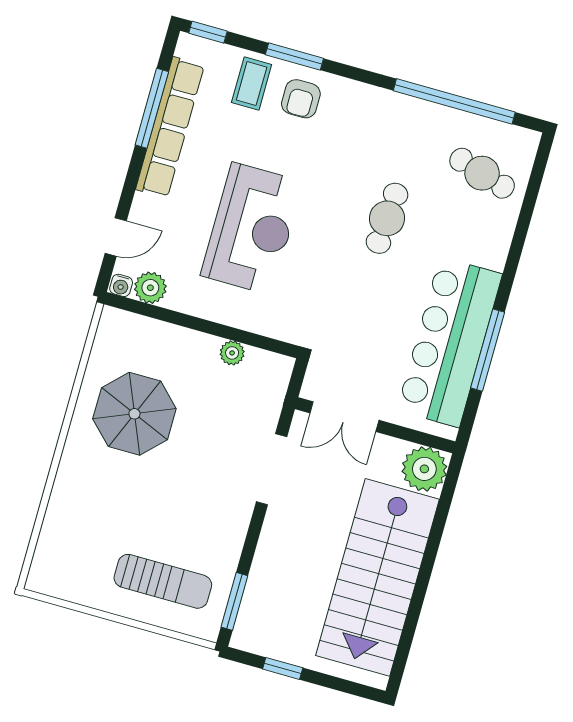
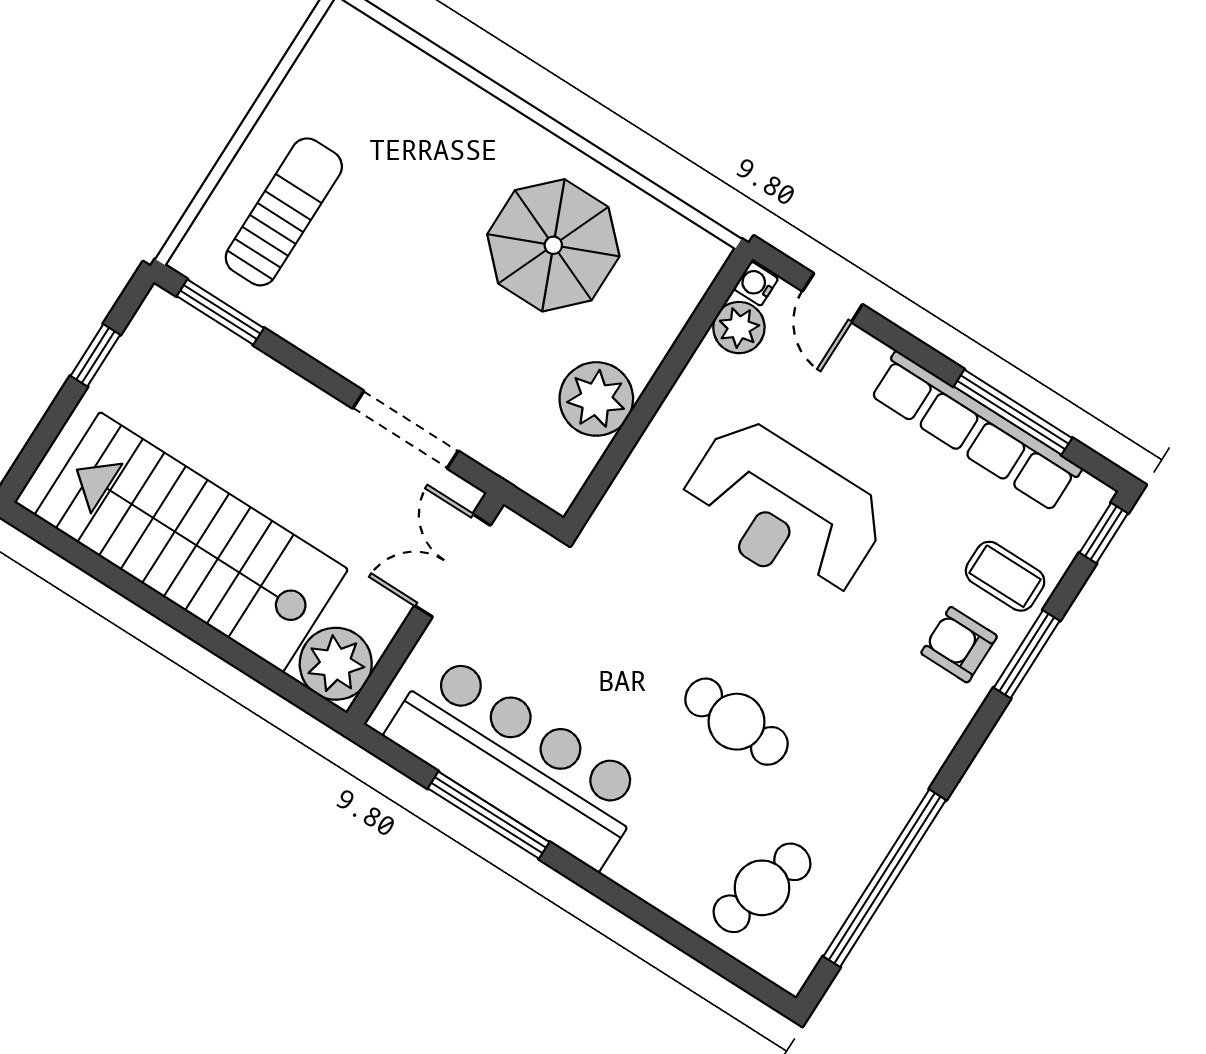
plant: (232, 353) -> (596, 399), width x1.87, depth x1.87
sun lounger: (163, 581) -> (284, 212), turned 180

